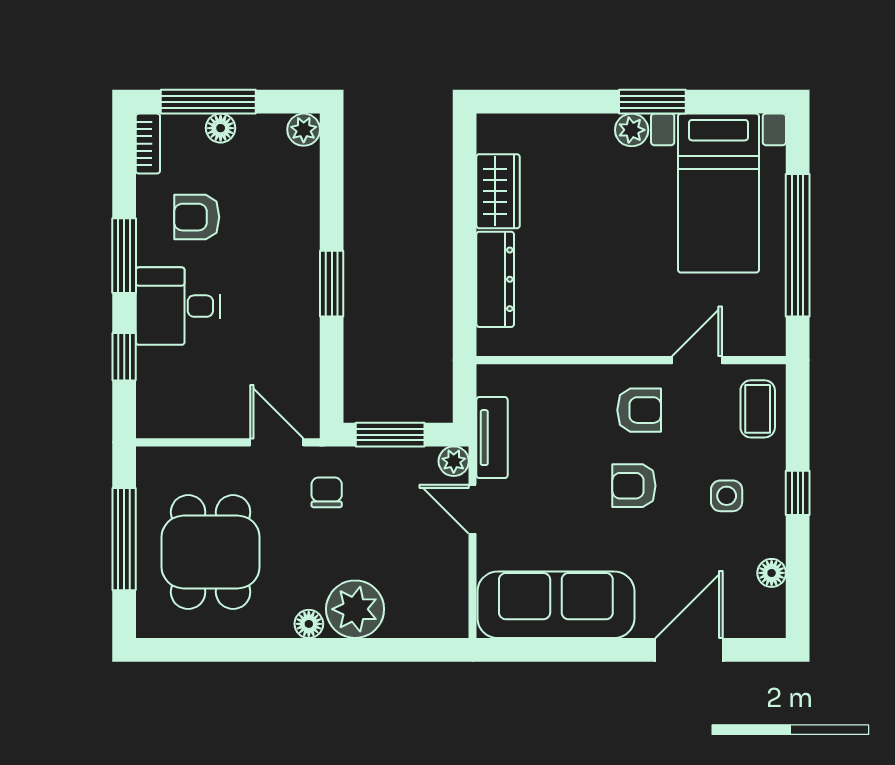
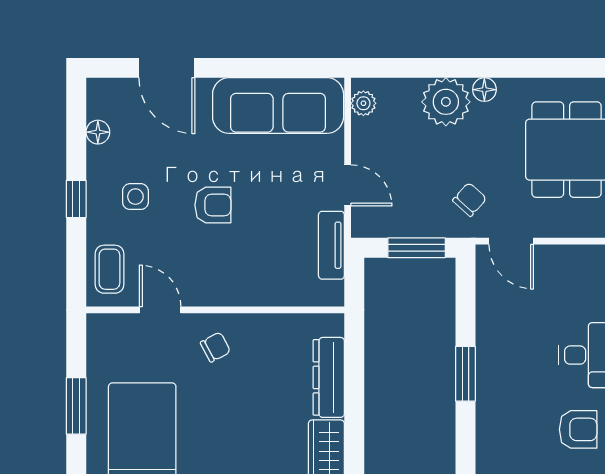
window: (798, 245) -> (76, 406), width x0.47
chair: (631, 316) -> (215, 347), added
door: (697, 360) -> (160, 310), swing flipped
armchair: (639, 410) -> (208, 268), removed
plant: (454, 461) -> (363, 103), moved
chair: (327, 492) -> (470, 199), turned -138
door: (689, 650) -> (167, 68), hinge flipped

